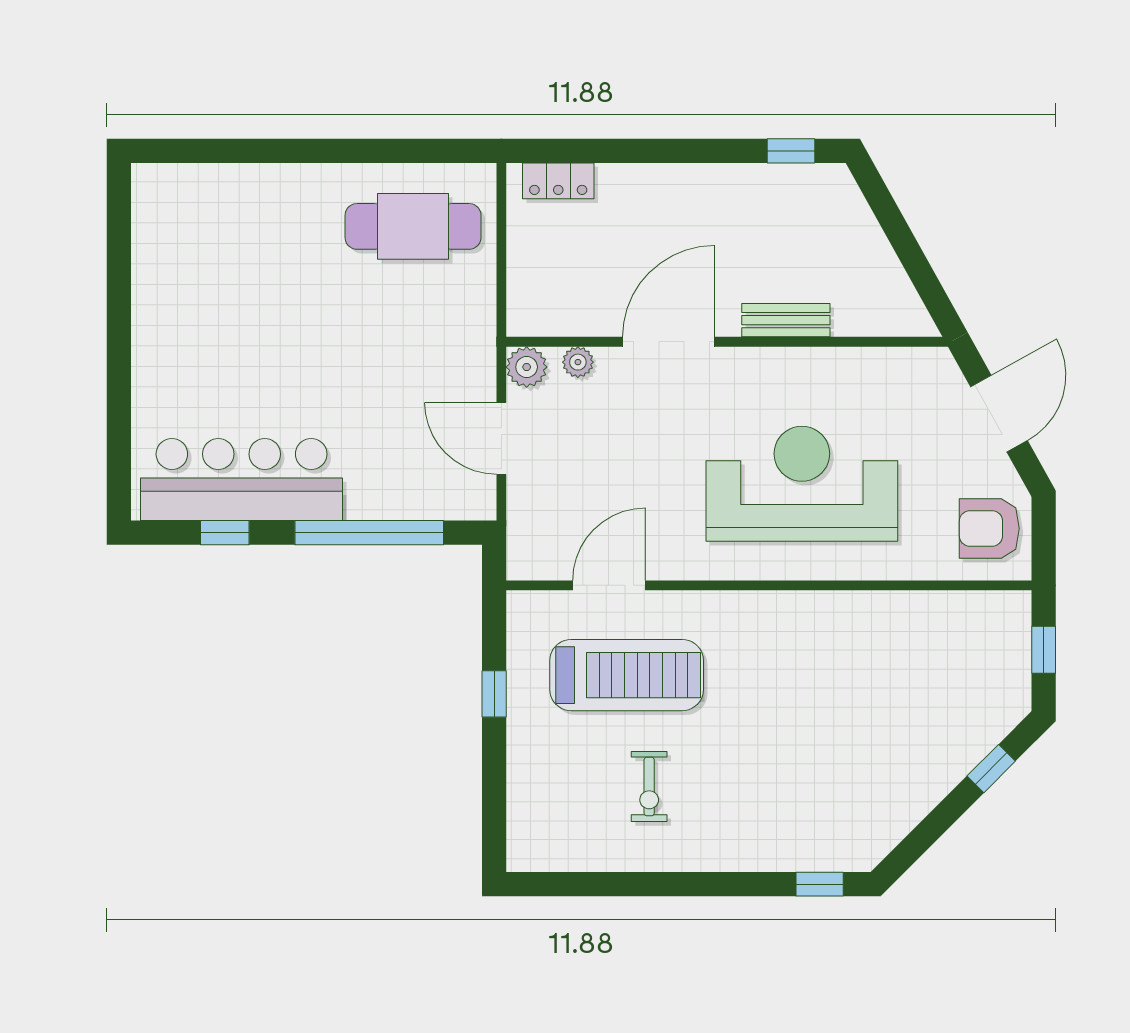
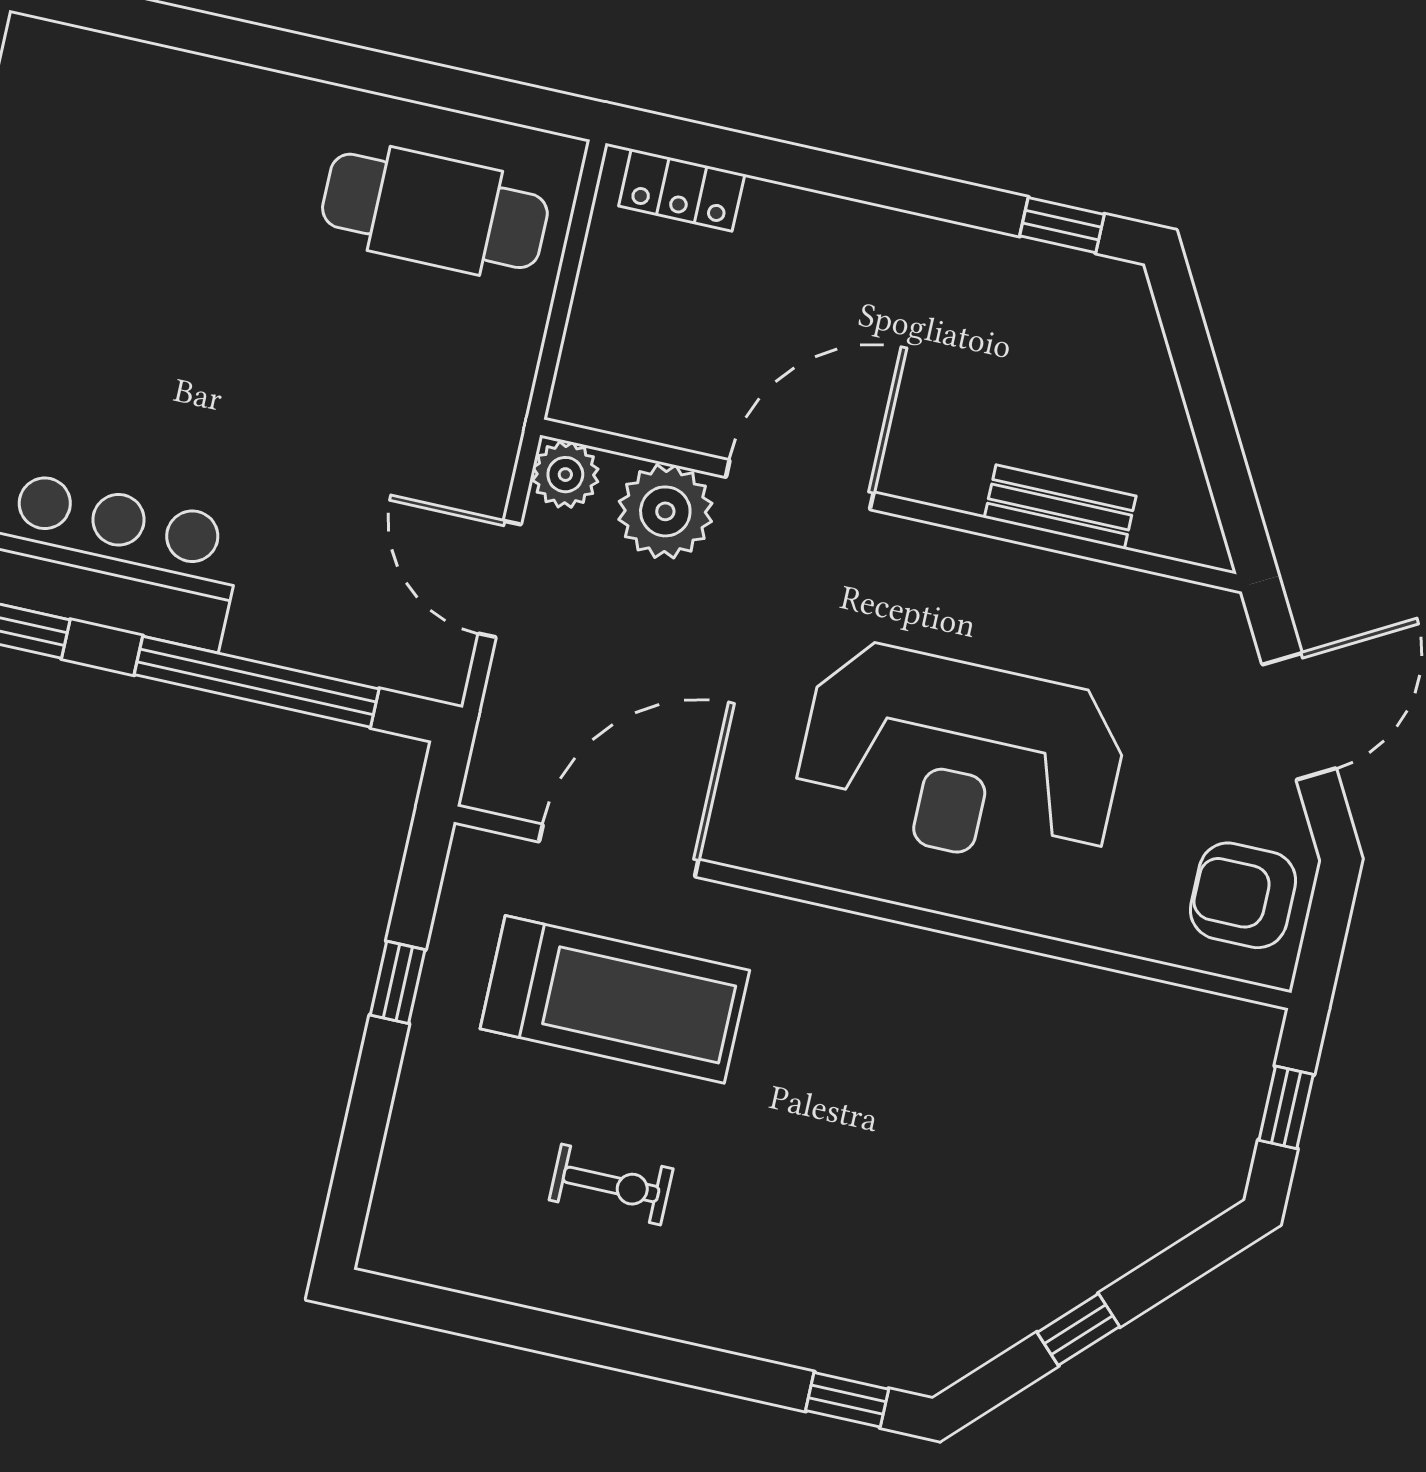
bench: (786, 320) -> (1060, 507), moved
plant: (578, 362) -> (665, 511), width x1.88, depth x1.88
reception desk: (802, 484) -> (961, 758), turned 180
door: (609, 585) -> (619, 851), width x1.36
window: (991, 769) -> (1078, 1330), moved
exercise bike: (649, 787) -> (611, 1184), turned -90

